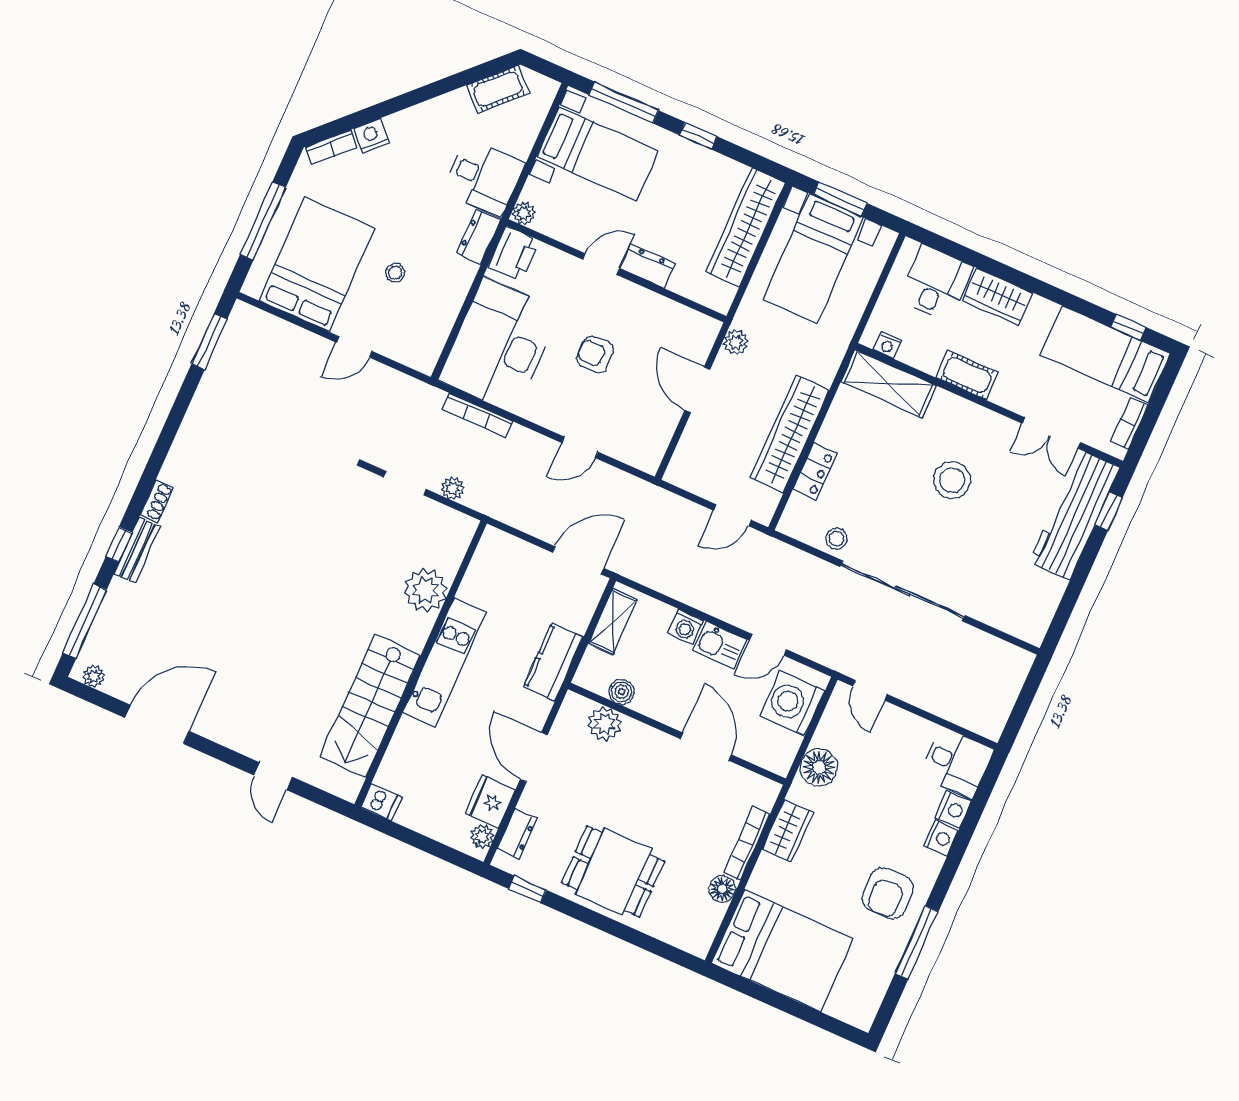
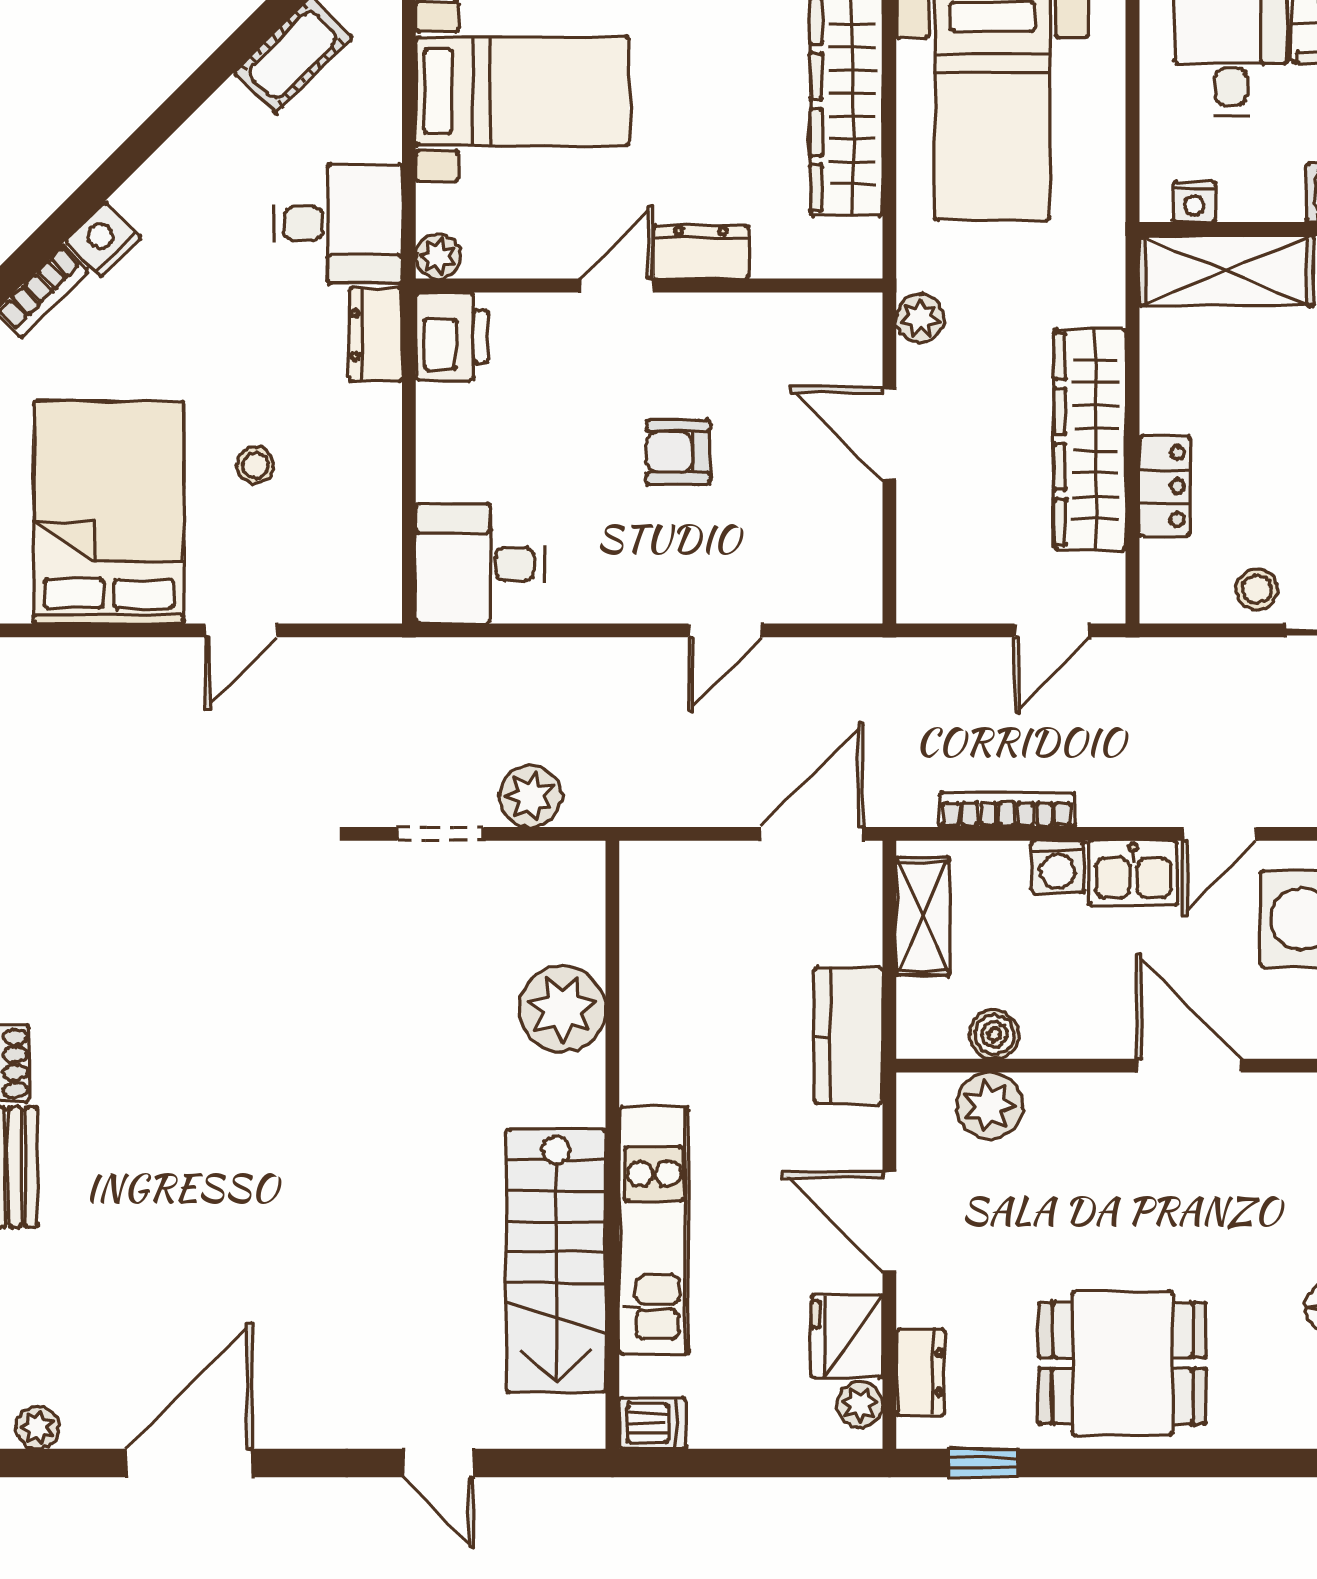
desk: (499, 345) -> (480, 564), width x0.53, depth x0.77
bookcase: (477, 415) -> (1007, 810), moved, turned 180
plant: (453, 488) -> (530, 796), width x1.38, depth x1.38
kitchen unit: (444, 663) -> (654, 1230), moved

